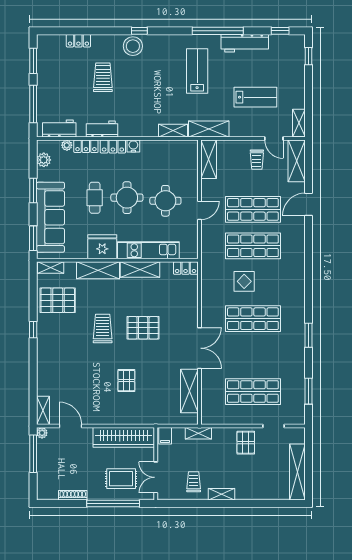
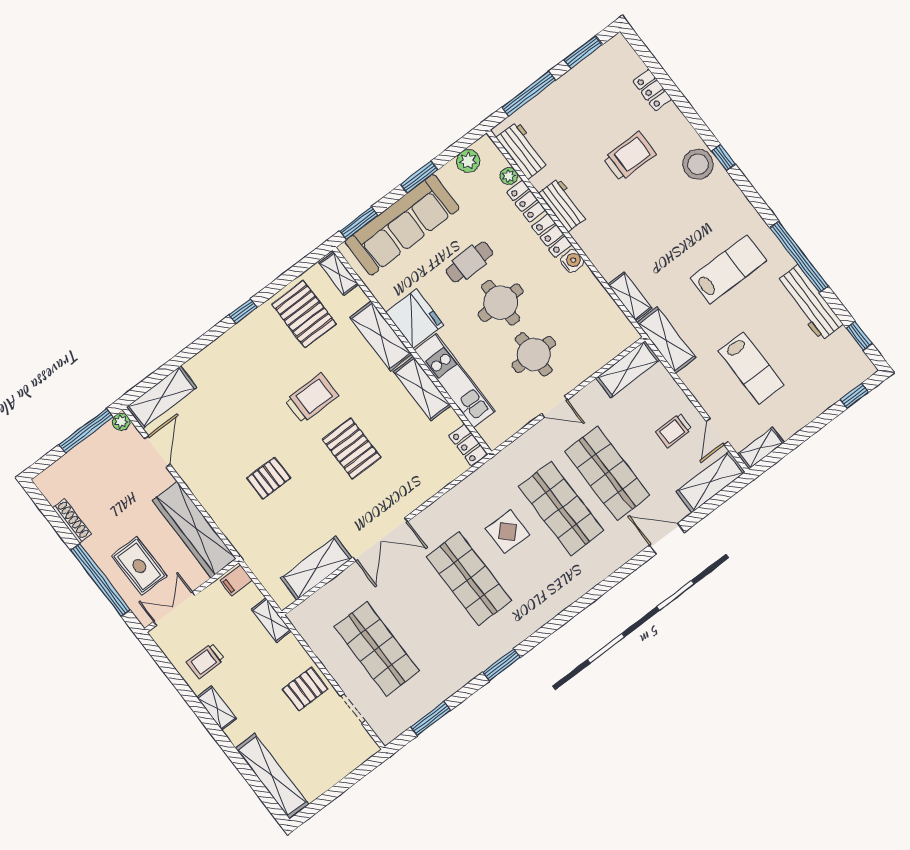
shelving: (43, 410) -> (162, 397), width x1.50, depth x1.33
shelving: (297, 472) -> (272, 776), moved, turned 90
trolley: (194, 482) -> (205, 661), turned 180

